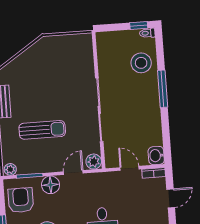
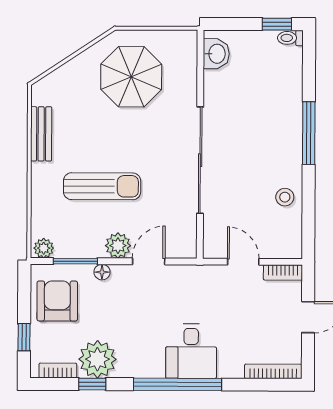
parasol: (54, 63) -> (131, 77), added
stool: (141, 63) -> (285, 197), moved, width x0.53, depth x0.53
washbasin: (156, 156) -> (216, 54), moved, turned 180
plant: (94, 162) -> (118, 246), moved
floor lamp: (51, 185) -> (102, 272), width x0.53, depth x0.53

